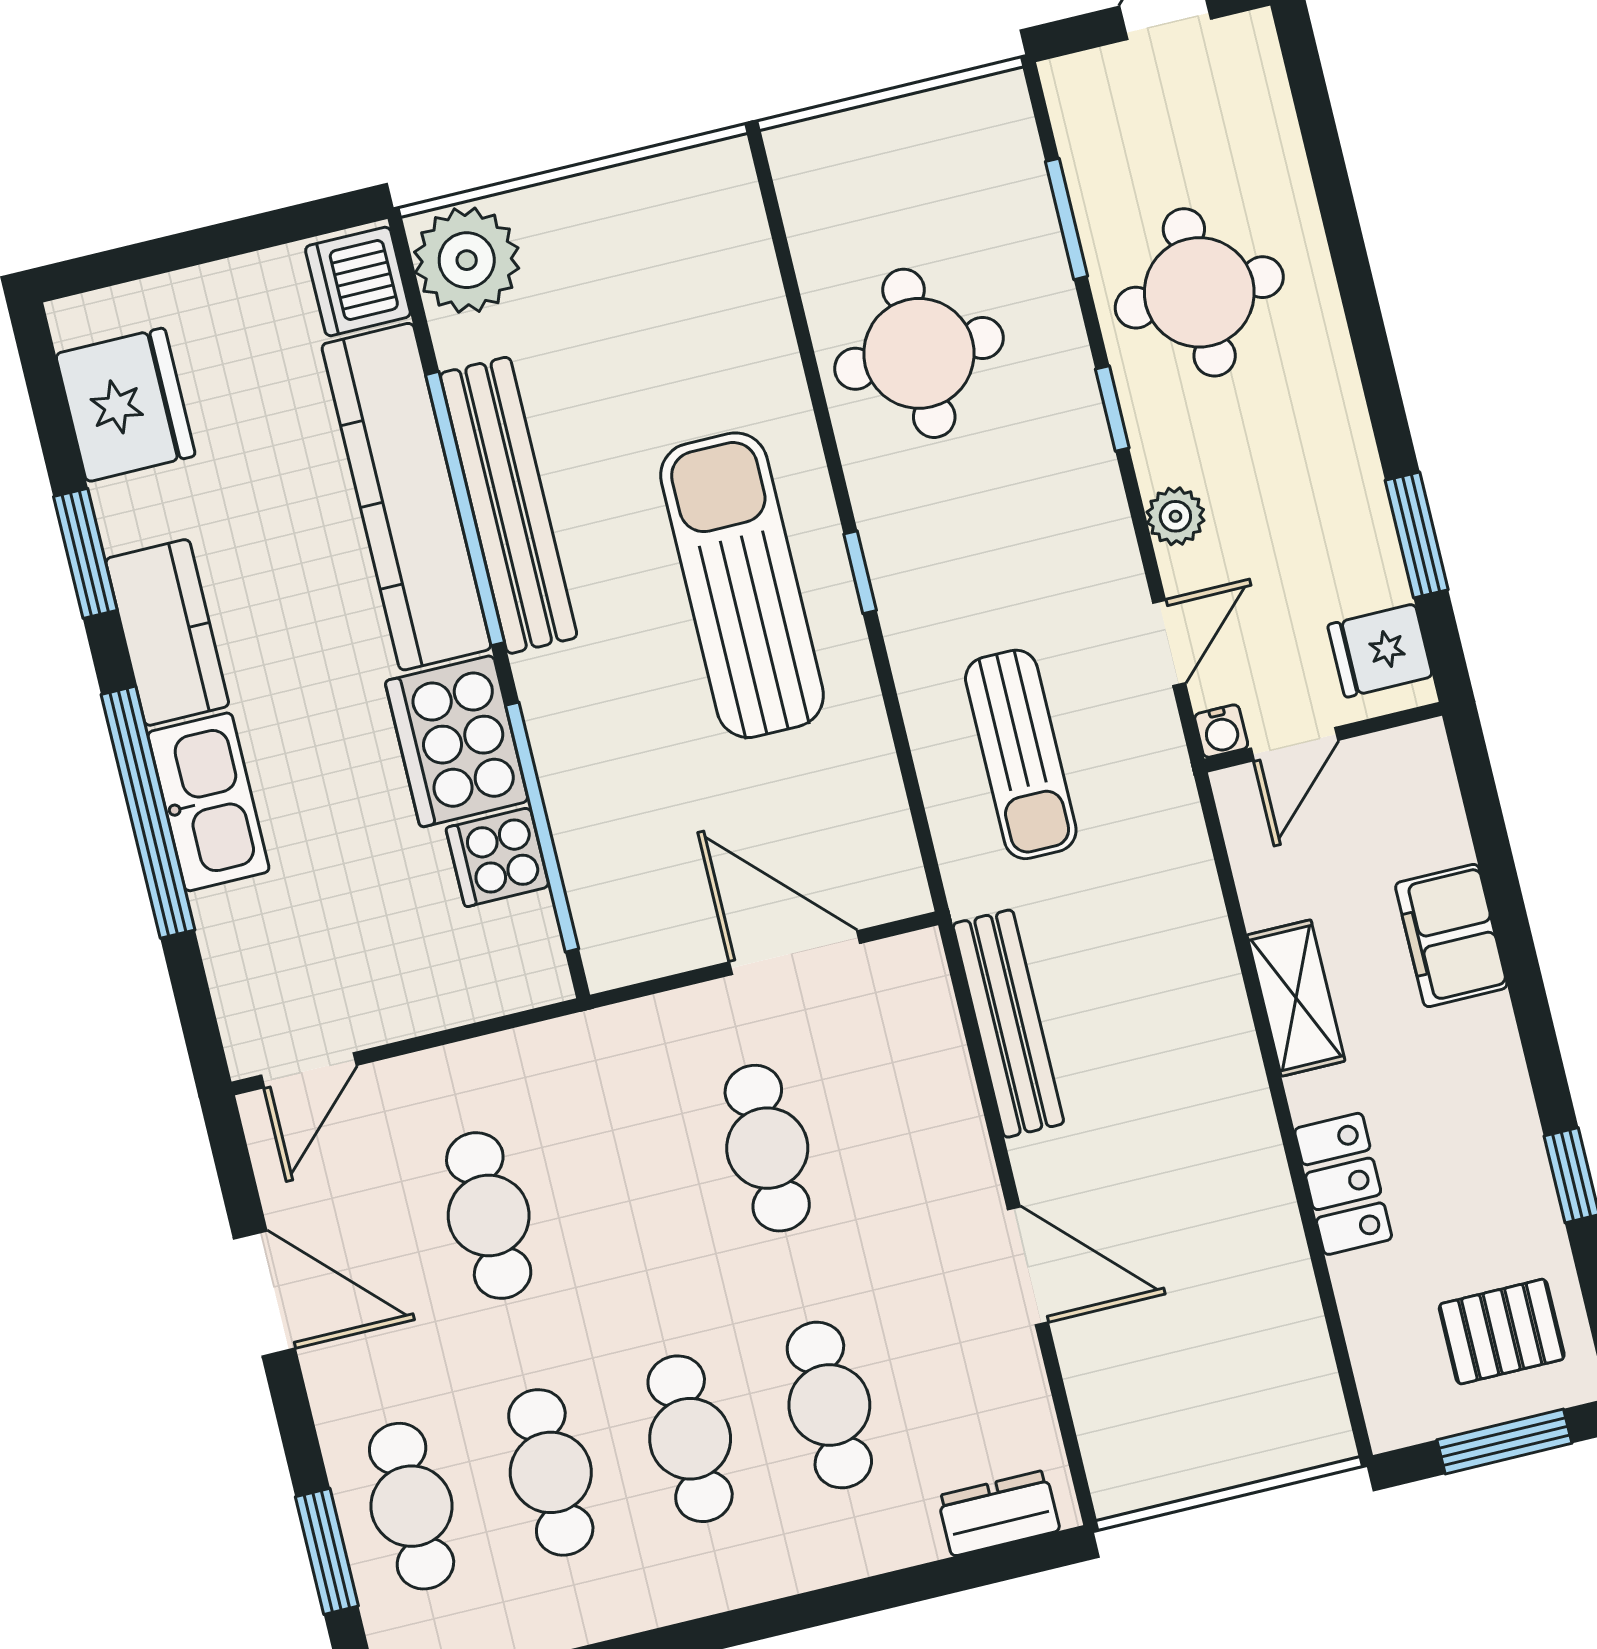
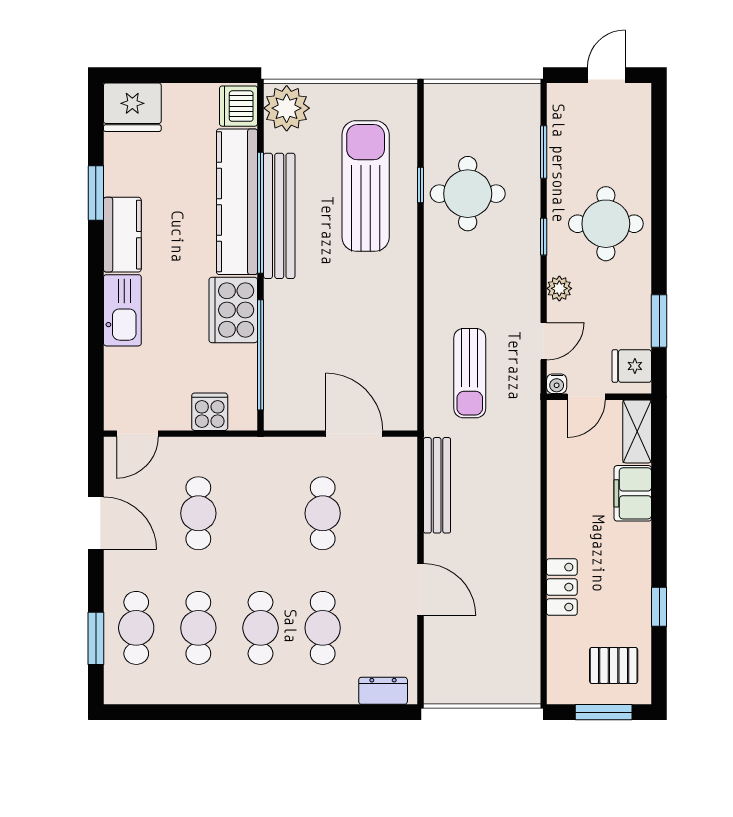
round table: (1199, 292) -> (606, 224), moved
fridge: (125, 405) -> (132, 107), moved, turned 90
window: (860, 572) -> (421, 185), moved
sun lounger: (742, 585) -> (366, 186), moved
window: (148, 812) -> (96, 308), removed
cooker: (497, 857) -> (210, 412), moved, turned 90
shelving: (1296, 998) -> (637, 431), moved

